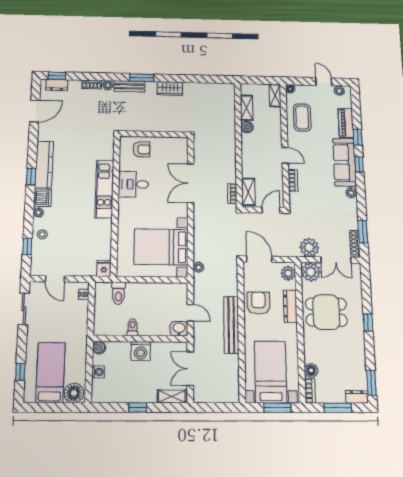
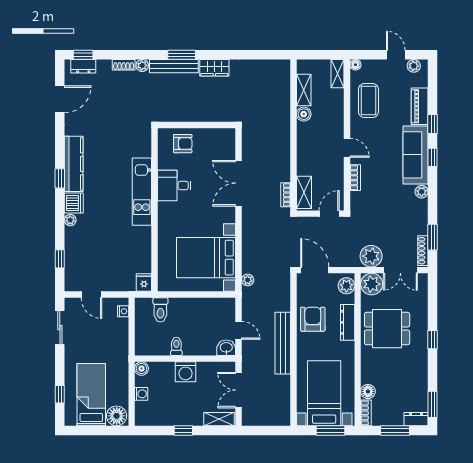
bench: (130, 86) -> (174, 66), width x1.36
stool: (42, 234) -> (75, 245), removed

